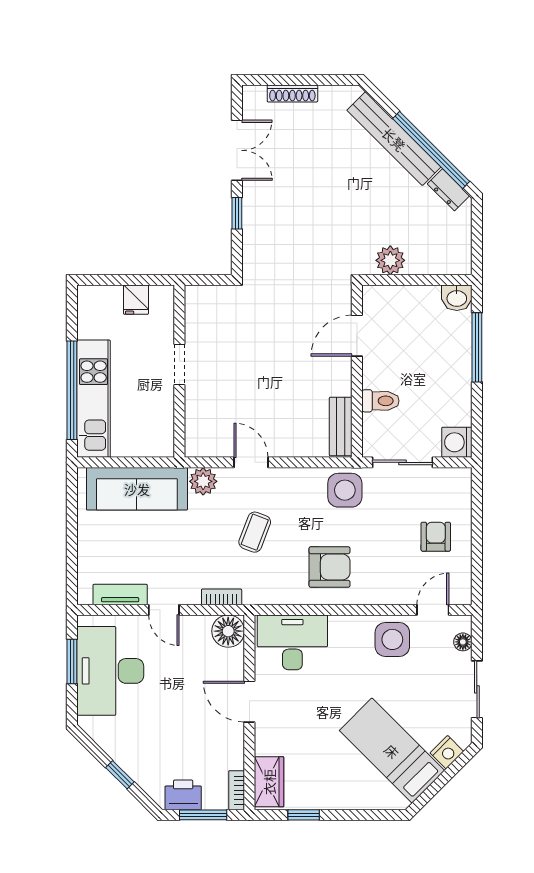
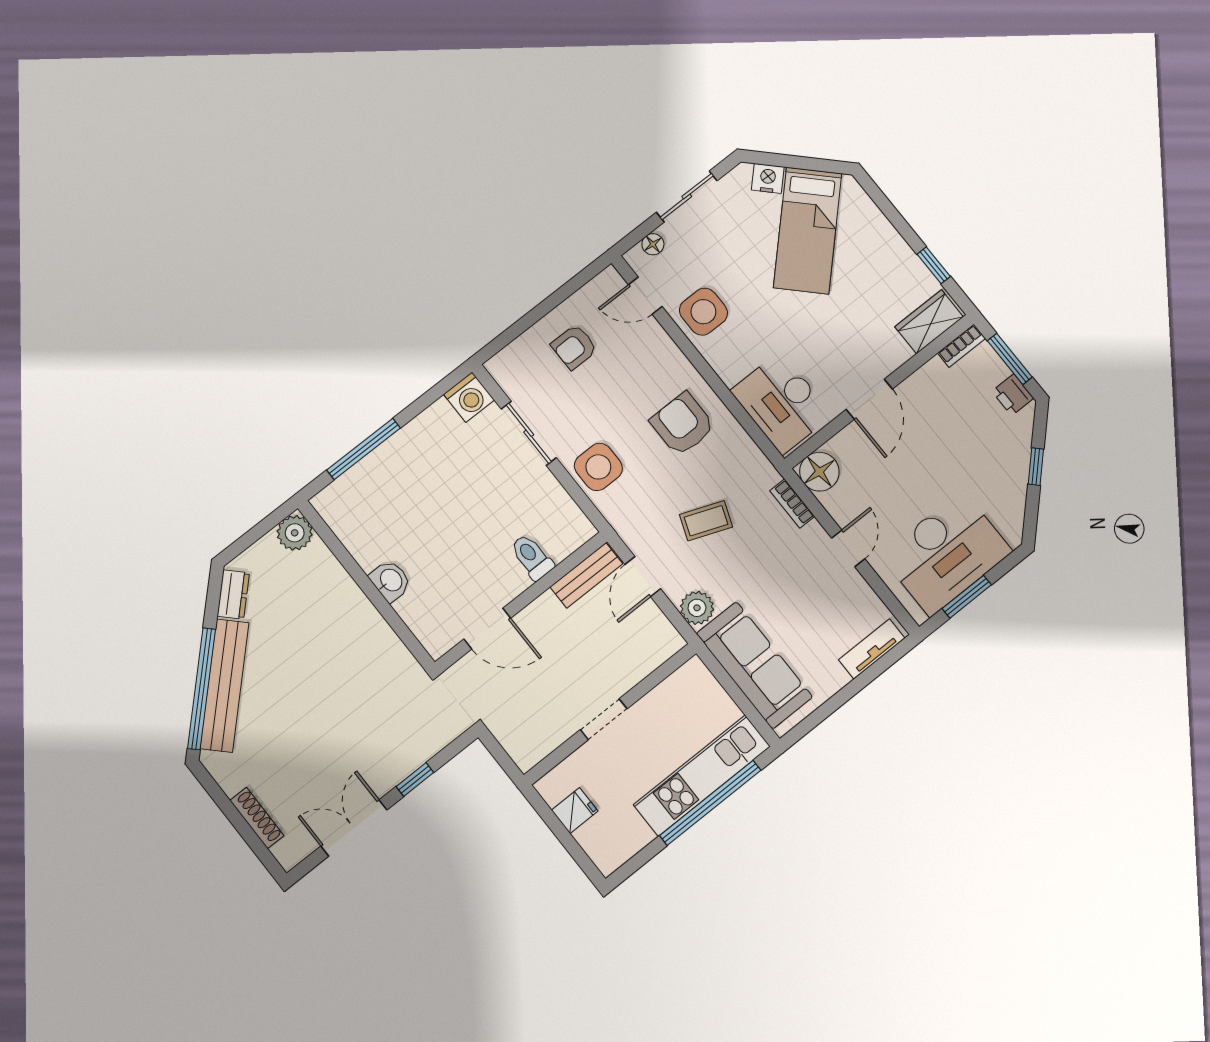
window: (431, 150) -> (201, 689), moved
plant: (390, 260) -> (295, 533), moved
washbasin: (457, 298) -> (390, 581), moved
door: (357, 336) -> (487, 629), moved
wall: (357, 371) -> (521, 602), moved
toilet: (380, 401) -> (532, 557), moved
bench: (341, 427) -> (586, 575), moved
tv unit: (120, 595) -> (872, 649), moved, turned 90
printer: (183, 795) -> (1013, 395), width x0.73, depth x0.81

